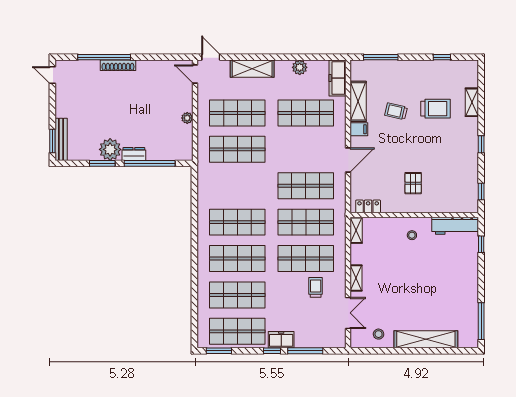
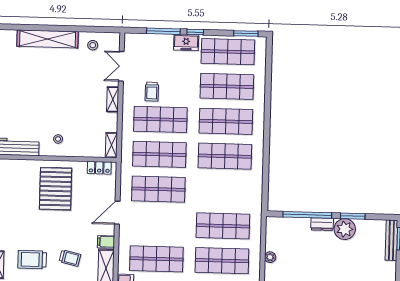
pallet: (413, 183) -> (56, 189), width x2.05, depth x2.00

